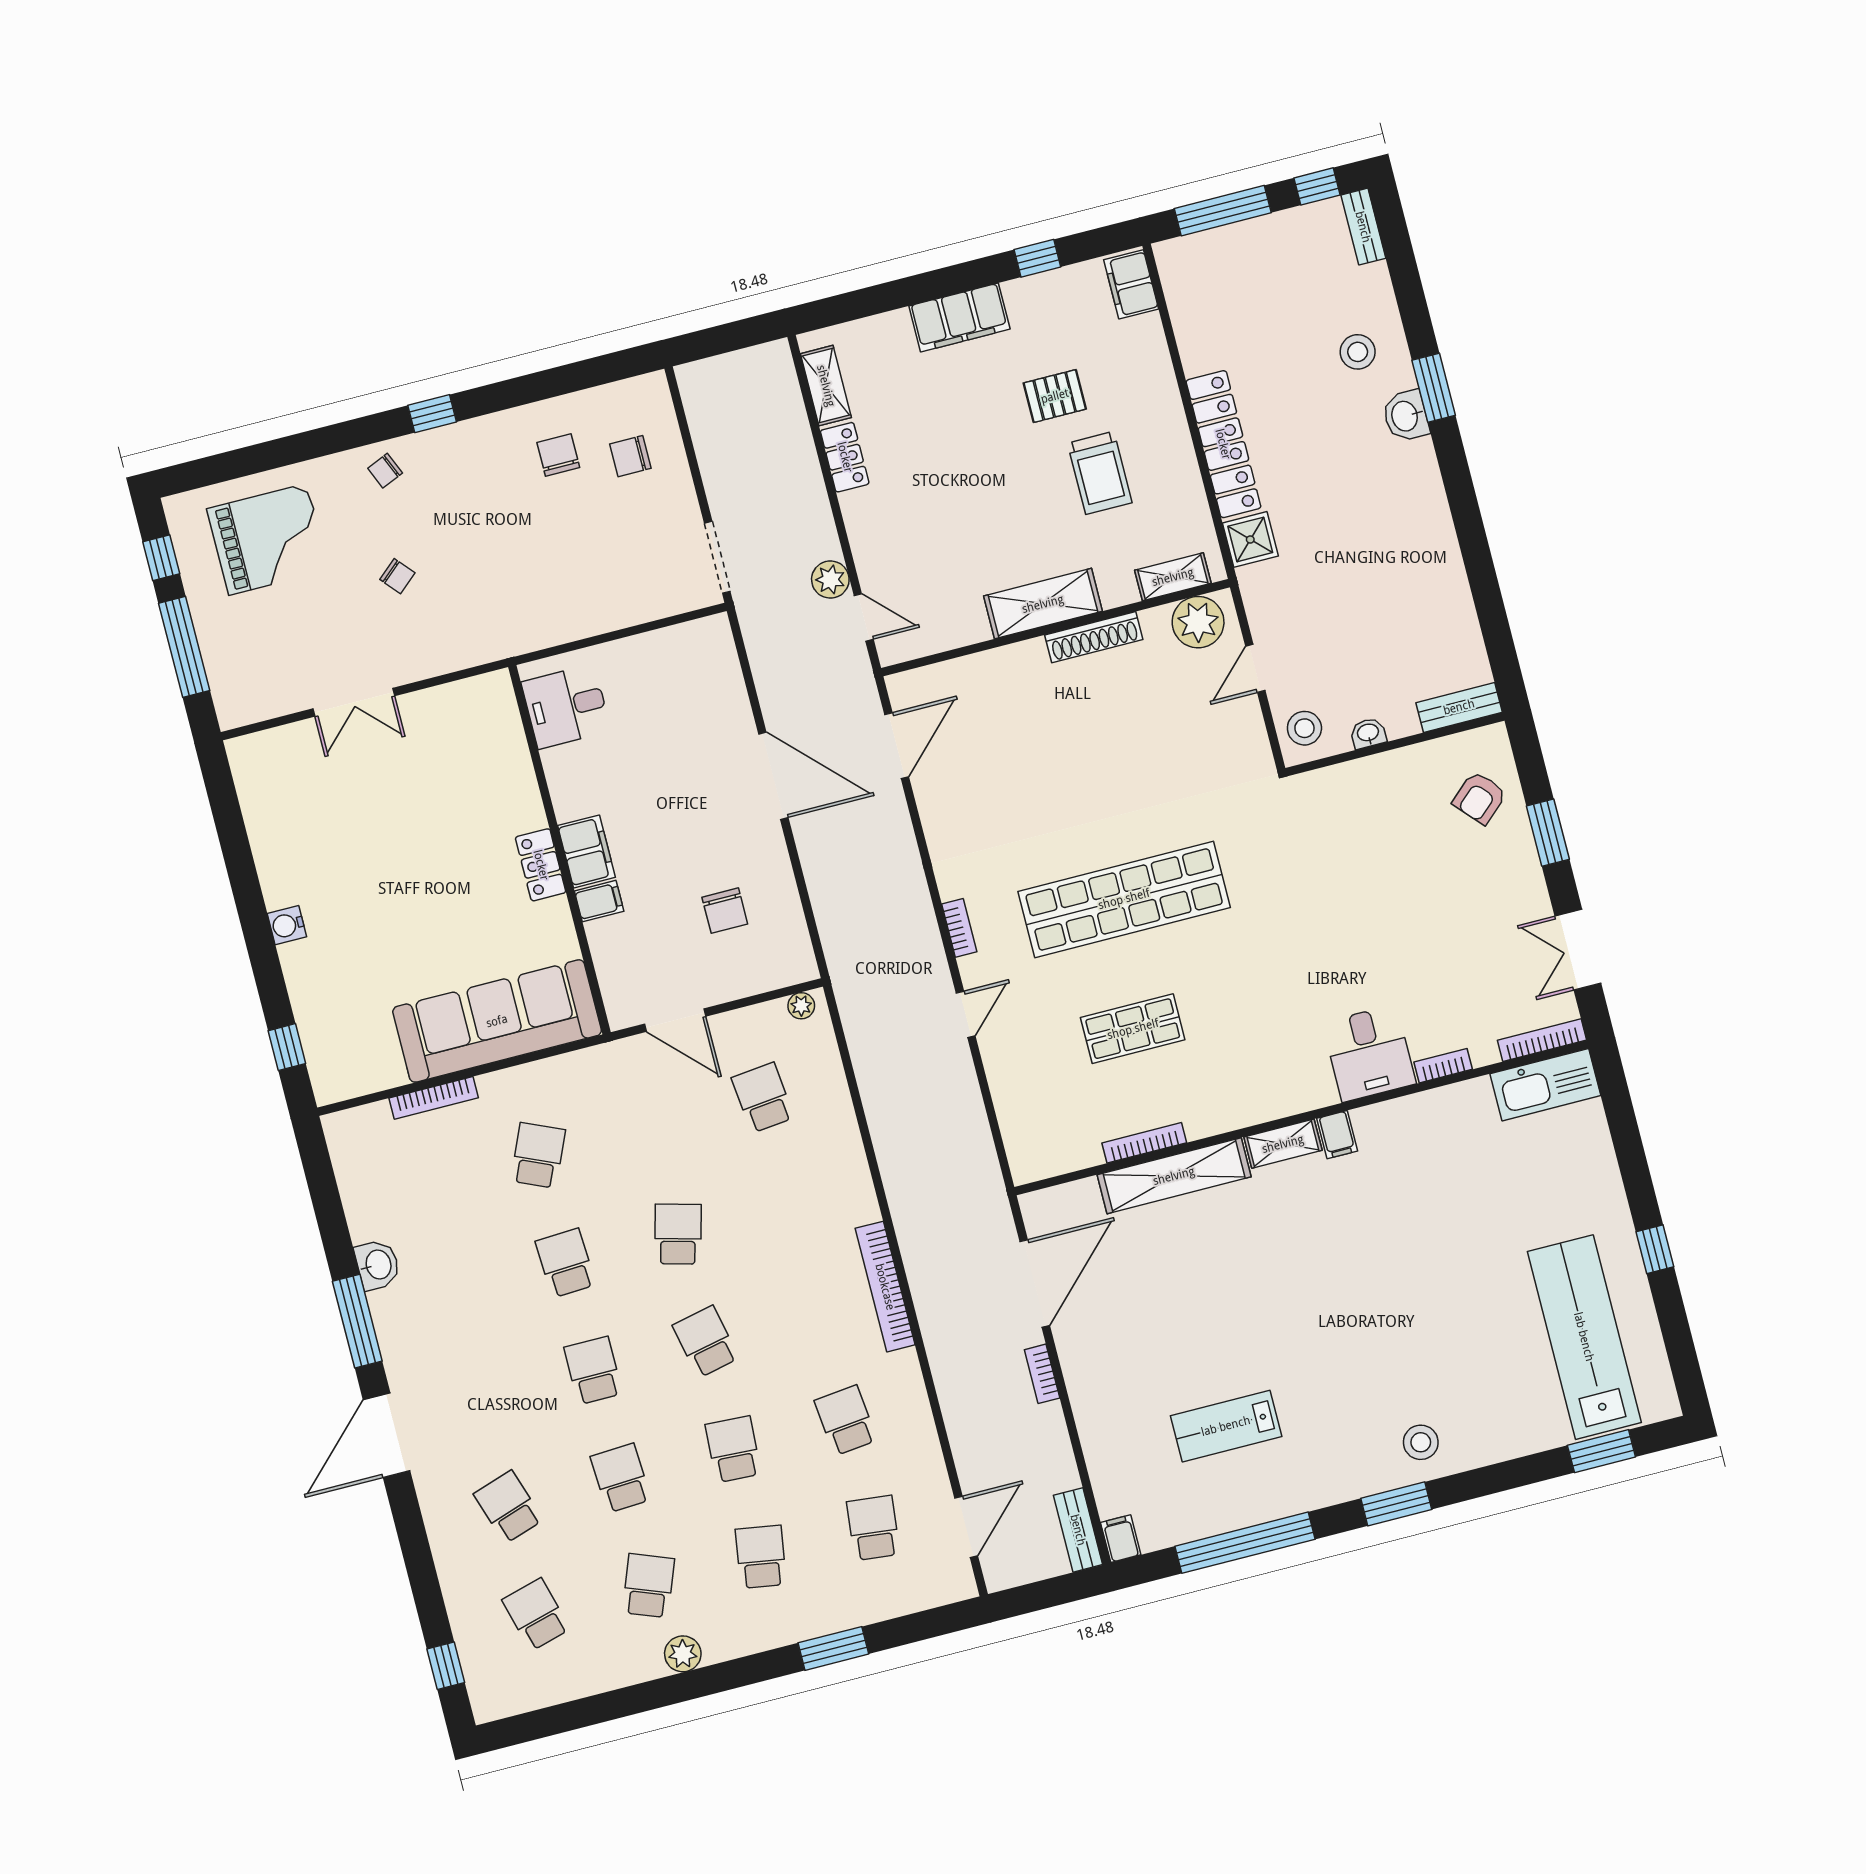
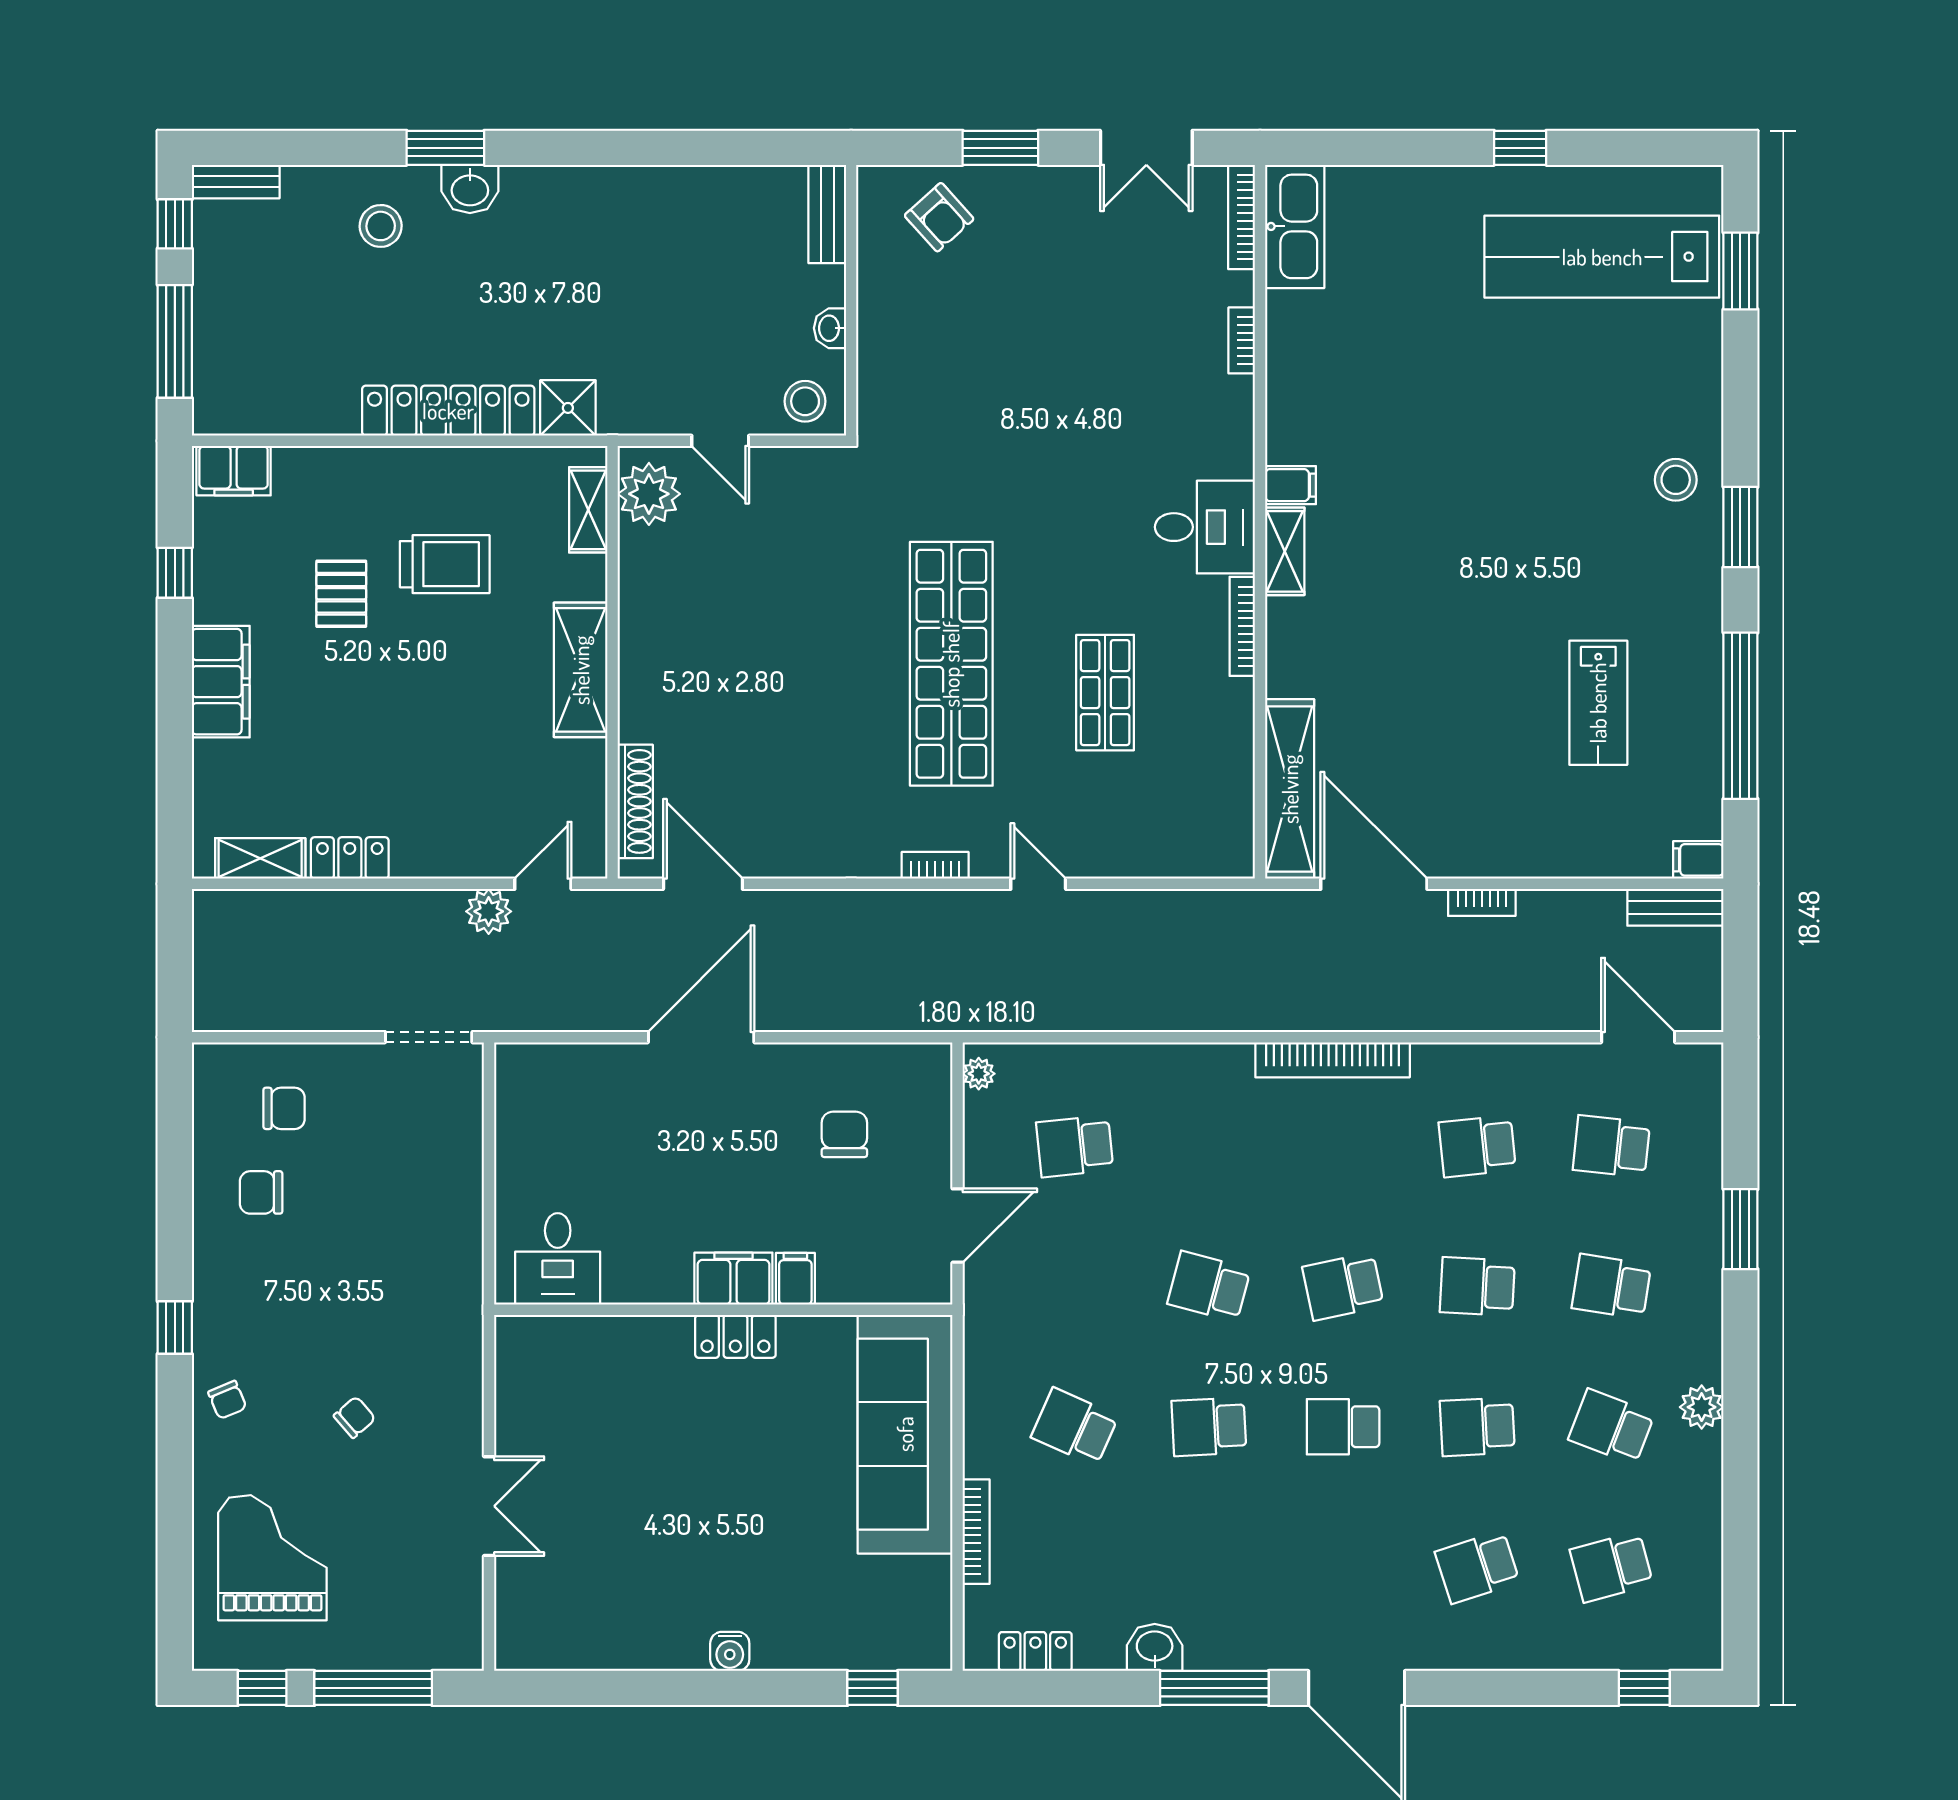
chair: (630, 456) -> (284, 1108), turned -90
shoe rack: (1094, 637) -> (635, 801), moved
chair: (725, 911) -> (844, 1134), turned -90
desk: (1369, 1053) -> (1205, 527), moved
bookcase: (1144, 1143) -> (1242, 626), moved
locker: (350, 1170) -> (1035, 1652), added
shelving: (1174, 1176) -> (1290, 789), moved

